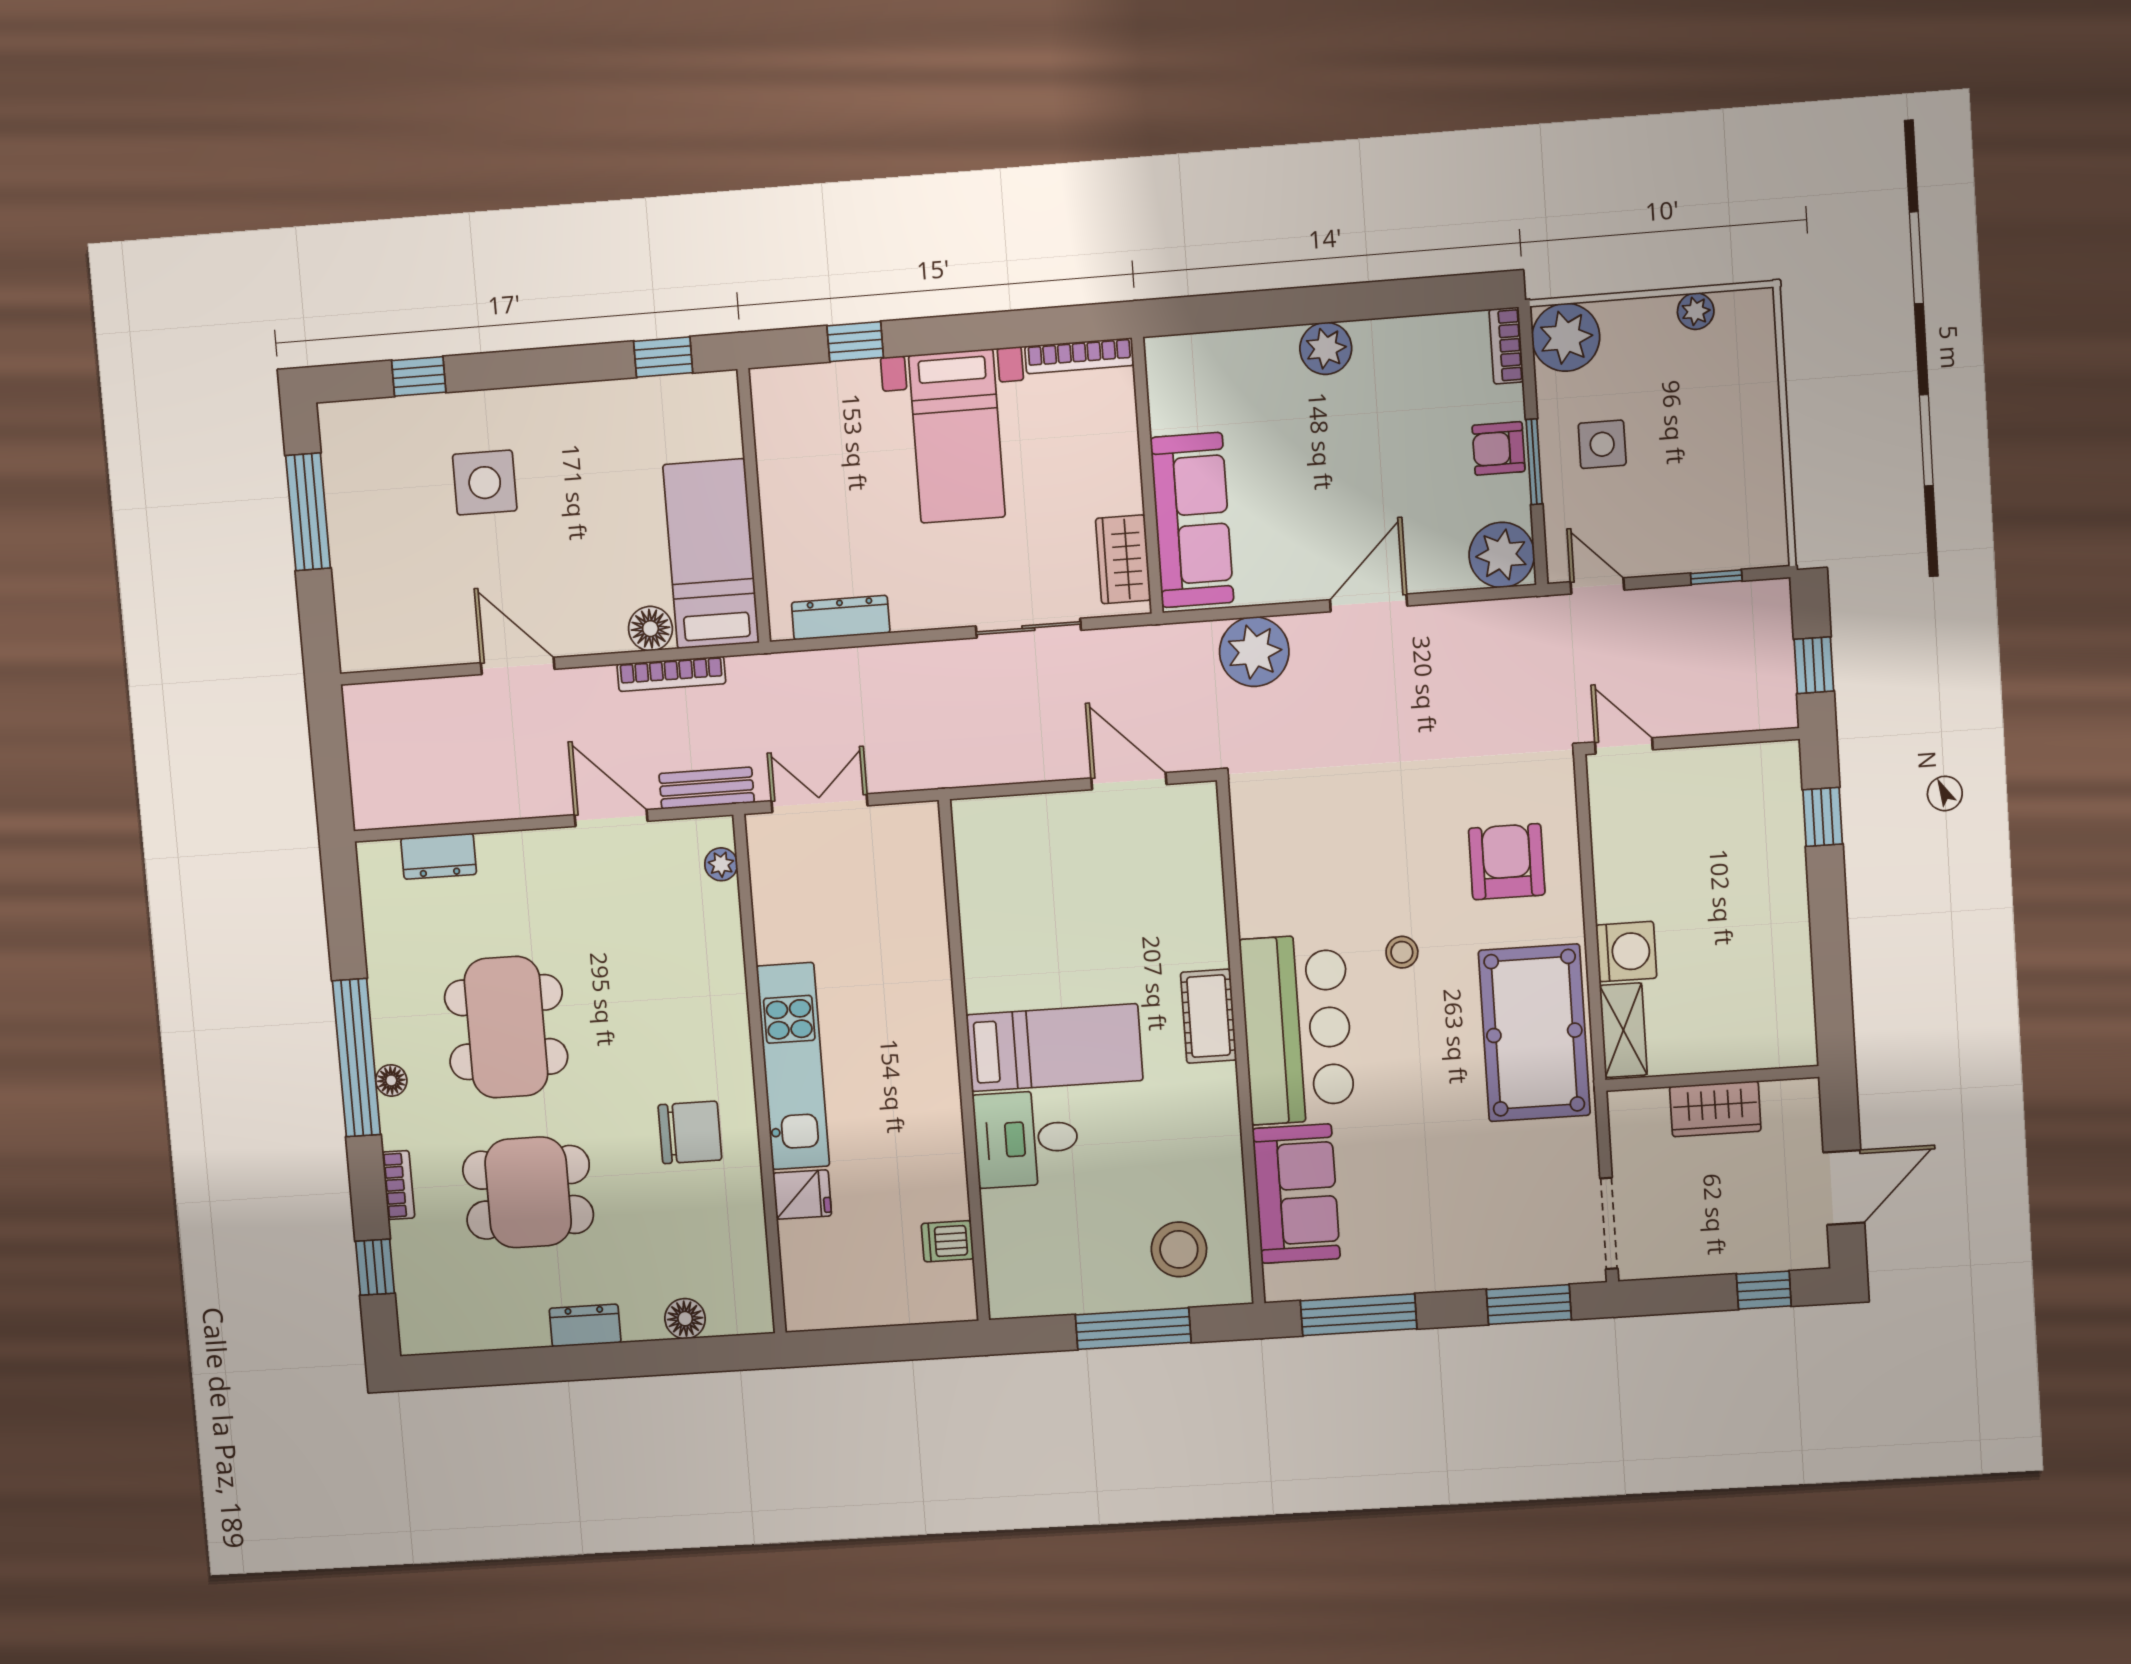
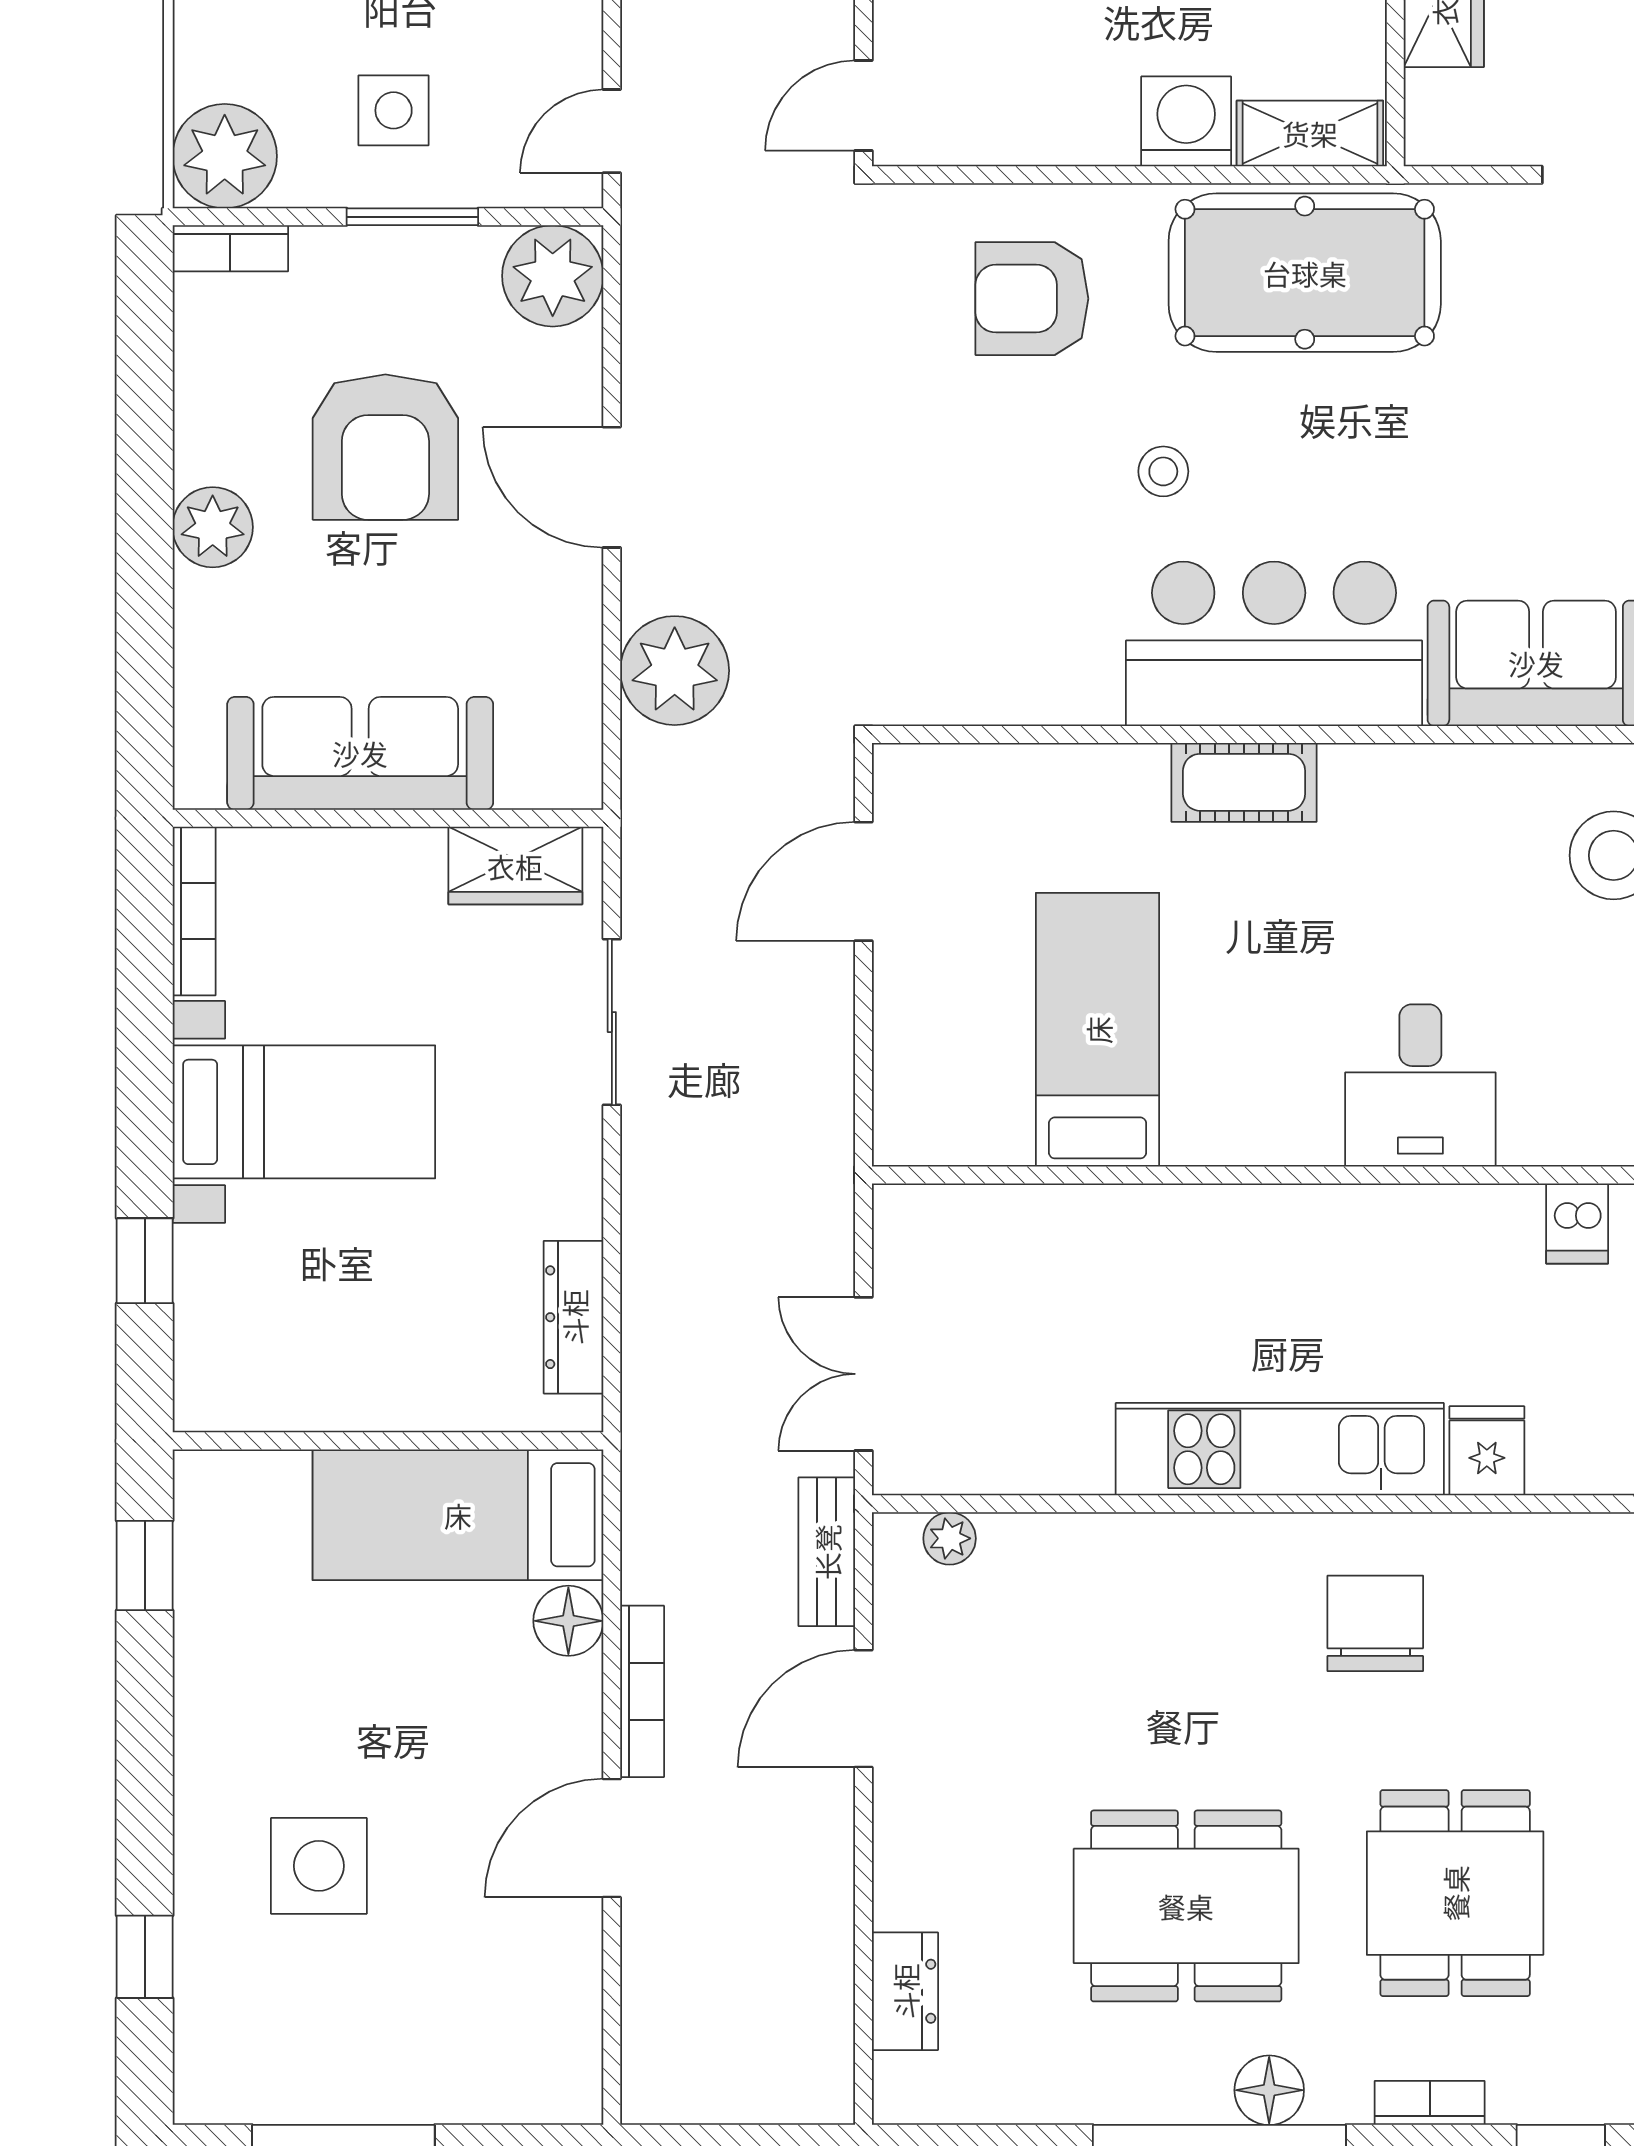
armchair: (1499, 448) -> (385, 447), moved, width x1.88, depth x1.88
sofa: (1192, 520) -> (360, 753), moved
bookcase: (671, 674) -> (642, 1691), moved
bed: (1055, 1048) -> (1098, 1030), moved
floor lamp: (391, 1080) -> (1269, 2090), width x1.37, depth x1.37

